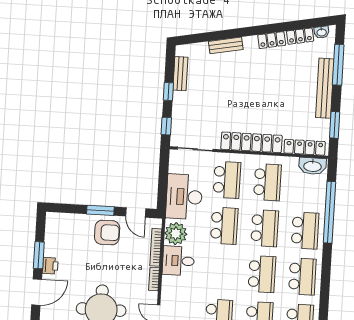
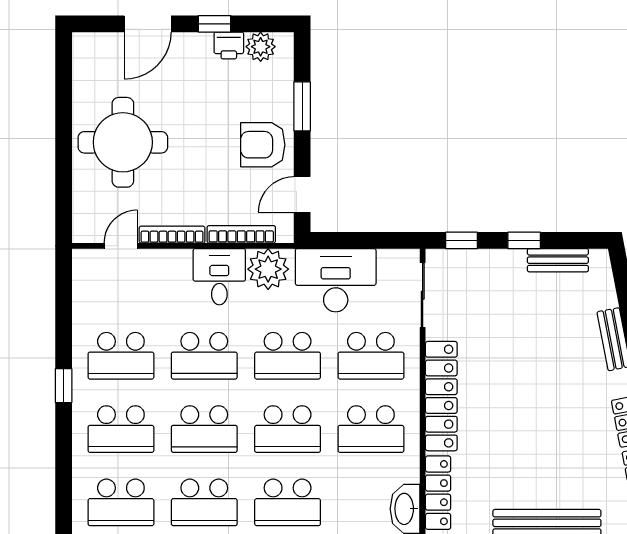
window: (100, 210) -> (302, 106), moved
plant: (53, 231) -> (261, 47), added
armchair: (107, 233) -> (263, 145), turned 90
window: (39, 255) -> (215, 24), width x0.67
printer: (50, 266) -> (229, 45), moved
school desk: (221, 272) -> (204, 356), added
bookcase: (154, 279) -> (172, 235), width x1.56
door: (37, 292) -> (148, 24), hinge flipped

